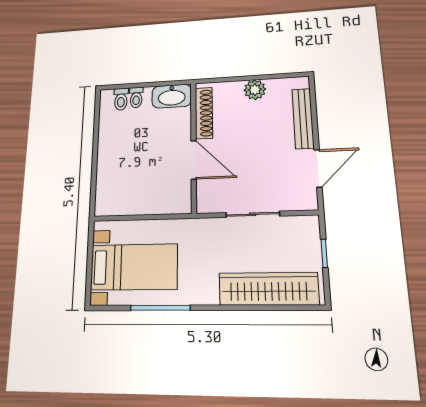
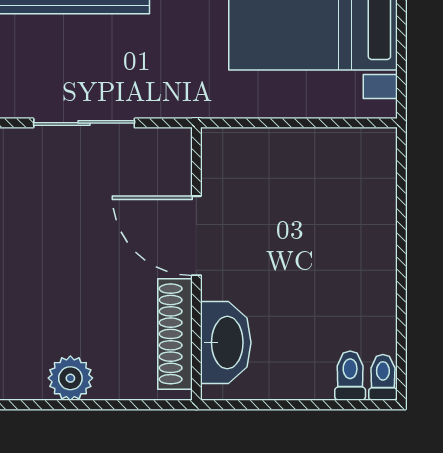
washbasin: (172, 96) -> (226, 343), moved, turned 90
toilet: (136, 97) -> (383, 377), moved

